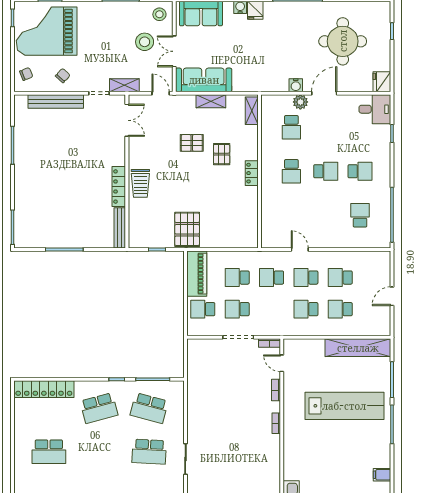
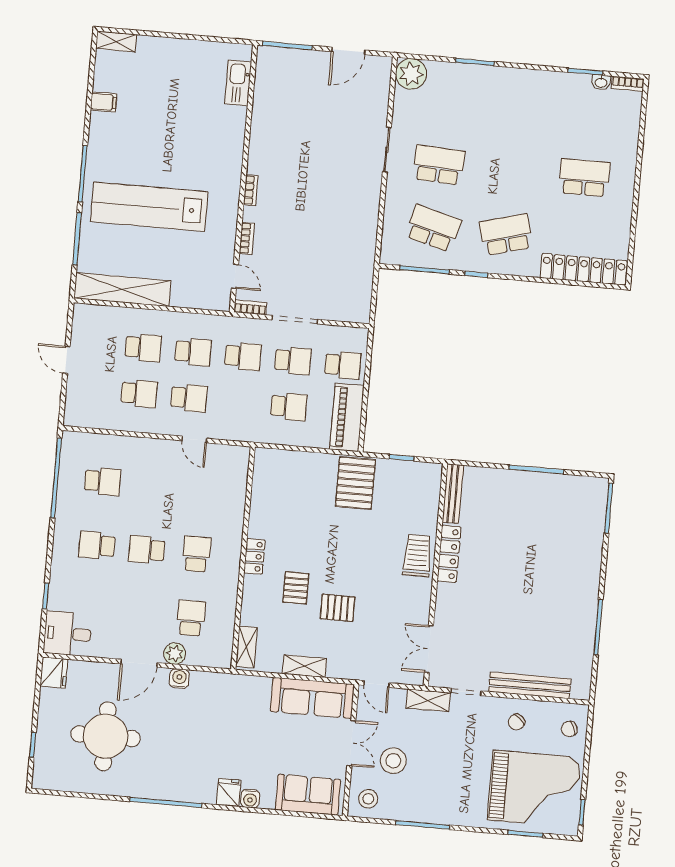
school desk: (360, 215) -> (103, 481), turned -90
school desk: (272, 278) -> (243, 356), moved
door: (392, 296) -> (66, 360), swing flipped

